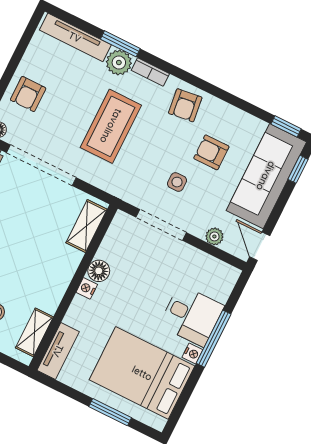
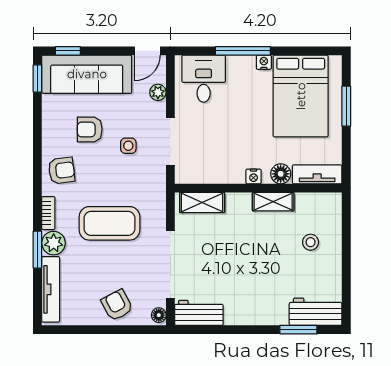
armchair: (28, 94) -> (117, 305), turned -118
armchair: (211, 152) -> (90, 129), turned 90
floor lamp: (99, 271) -> (281, 174), moved
desk: (192, 315) -> (204, 79), moved
shelving: (34, 332) -> (273, 202), moved

